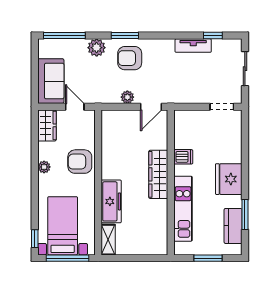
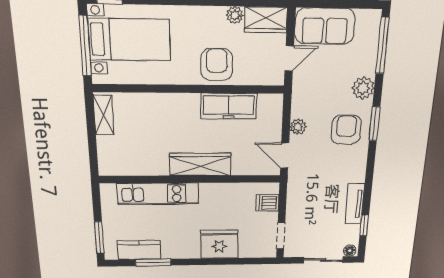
floor lamp: (237, 46) -> (350, 251), added
dishwasher: (183, 157) -> (267, 203), moved, turned 90
plant: (44, 167) -> (235, 15), moved
fridge: (229, 179) -> (219, 244), moved
freezer: (111, 201) -> (229, 106), moved
shelving: (108, 240) -> (104, 115), moved, turned 90
window: (208, 258) -> (99, 237), moved

